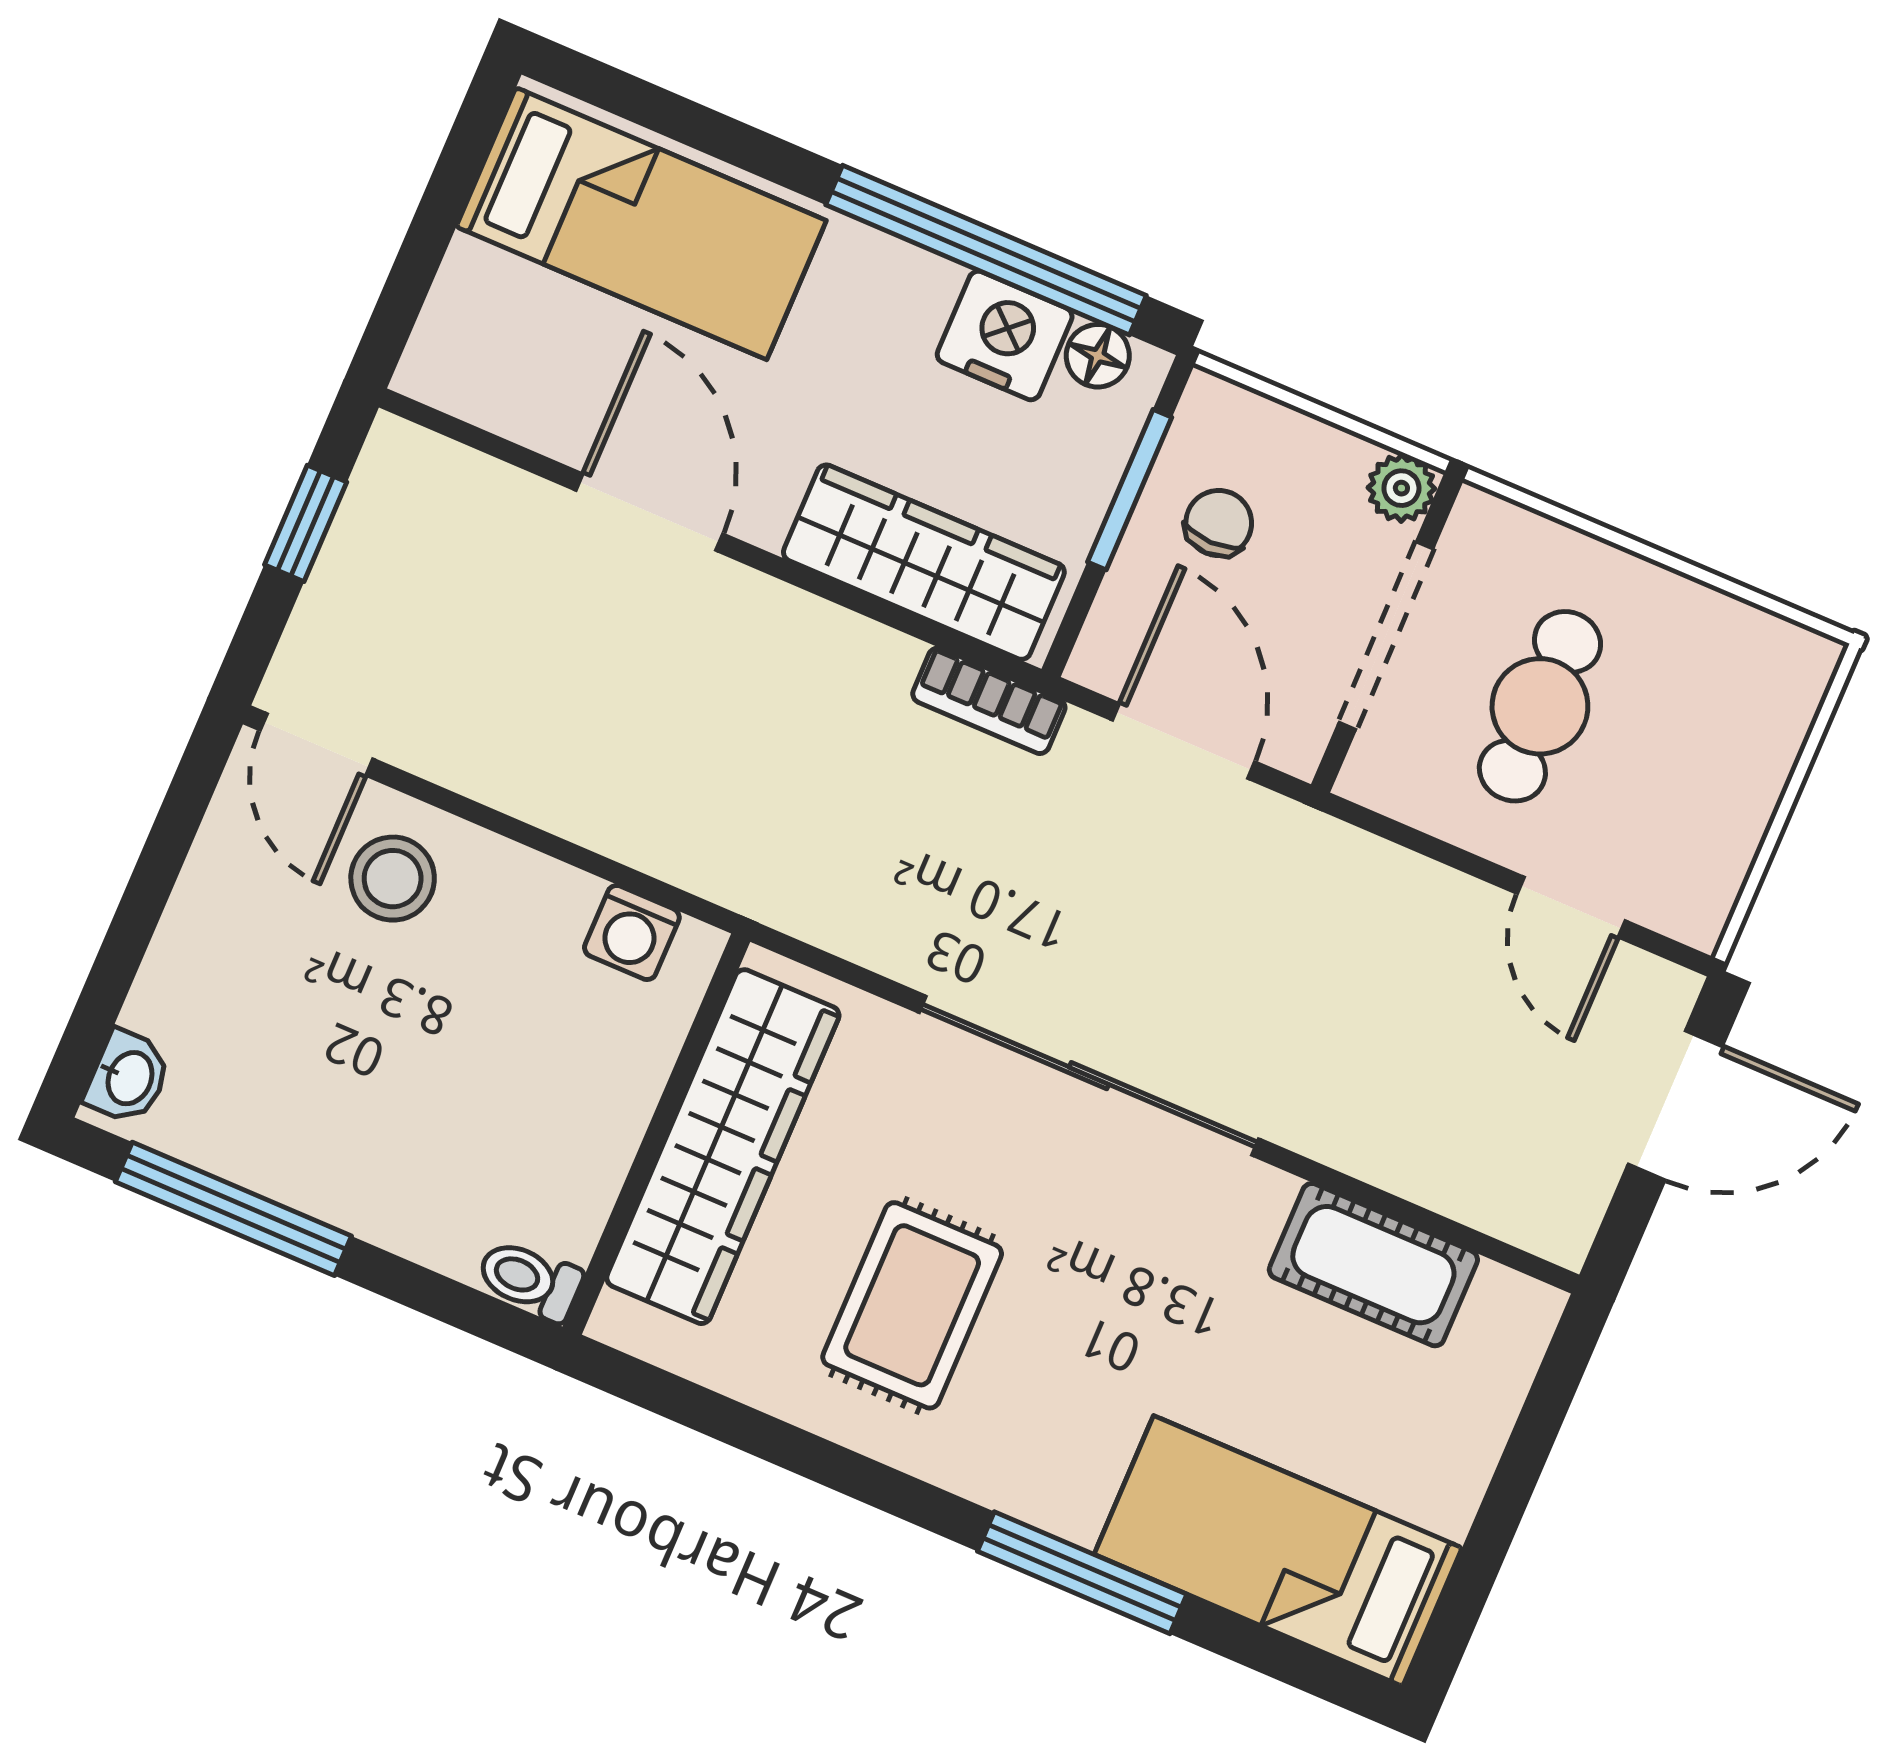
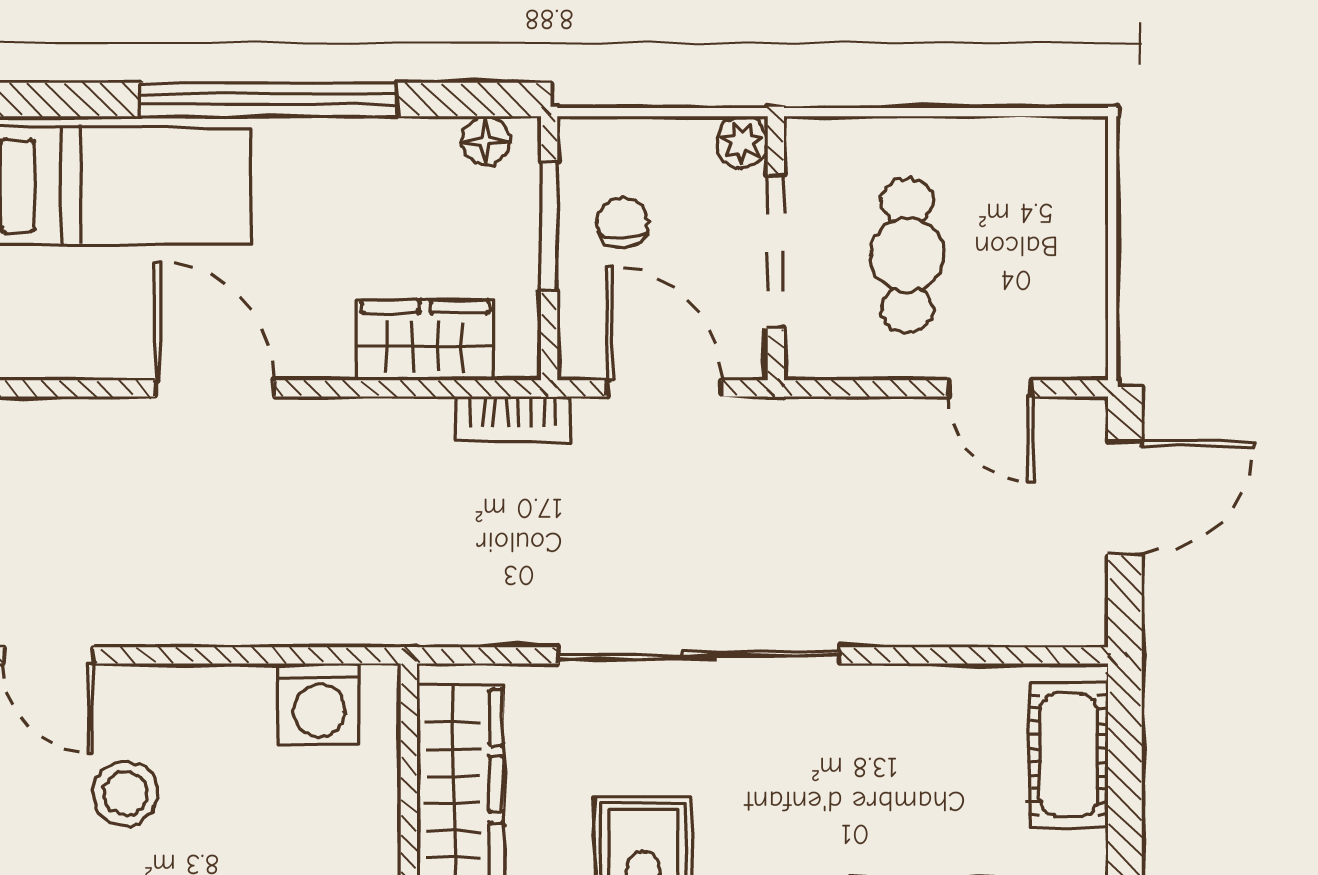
window: (986, 250) -> (268, 99), moved
nightstand: (1005, 335) -> (413, 154), removed
wardrobe: (924, 562) -> (425, 340), width x0.67
stool: (393, 879) -> (125, 794), moved
washing machine: (632, 933) -> (319, 704), width x1.38, depth x1.38
cot: (1373, 1265) -> (1068, 755), moved, turned 90

